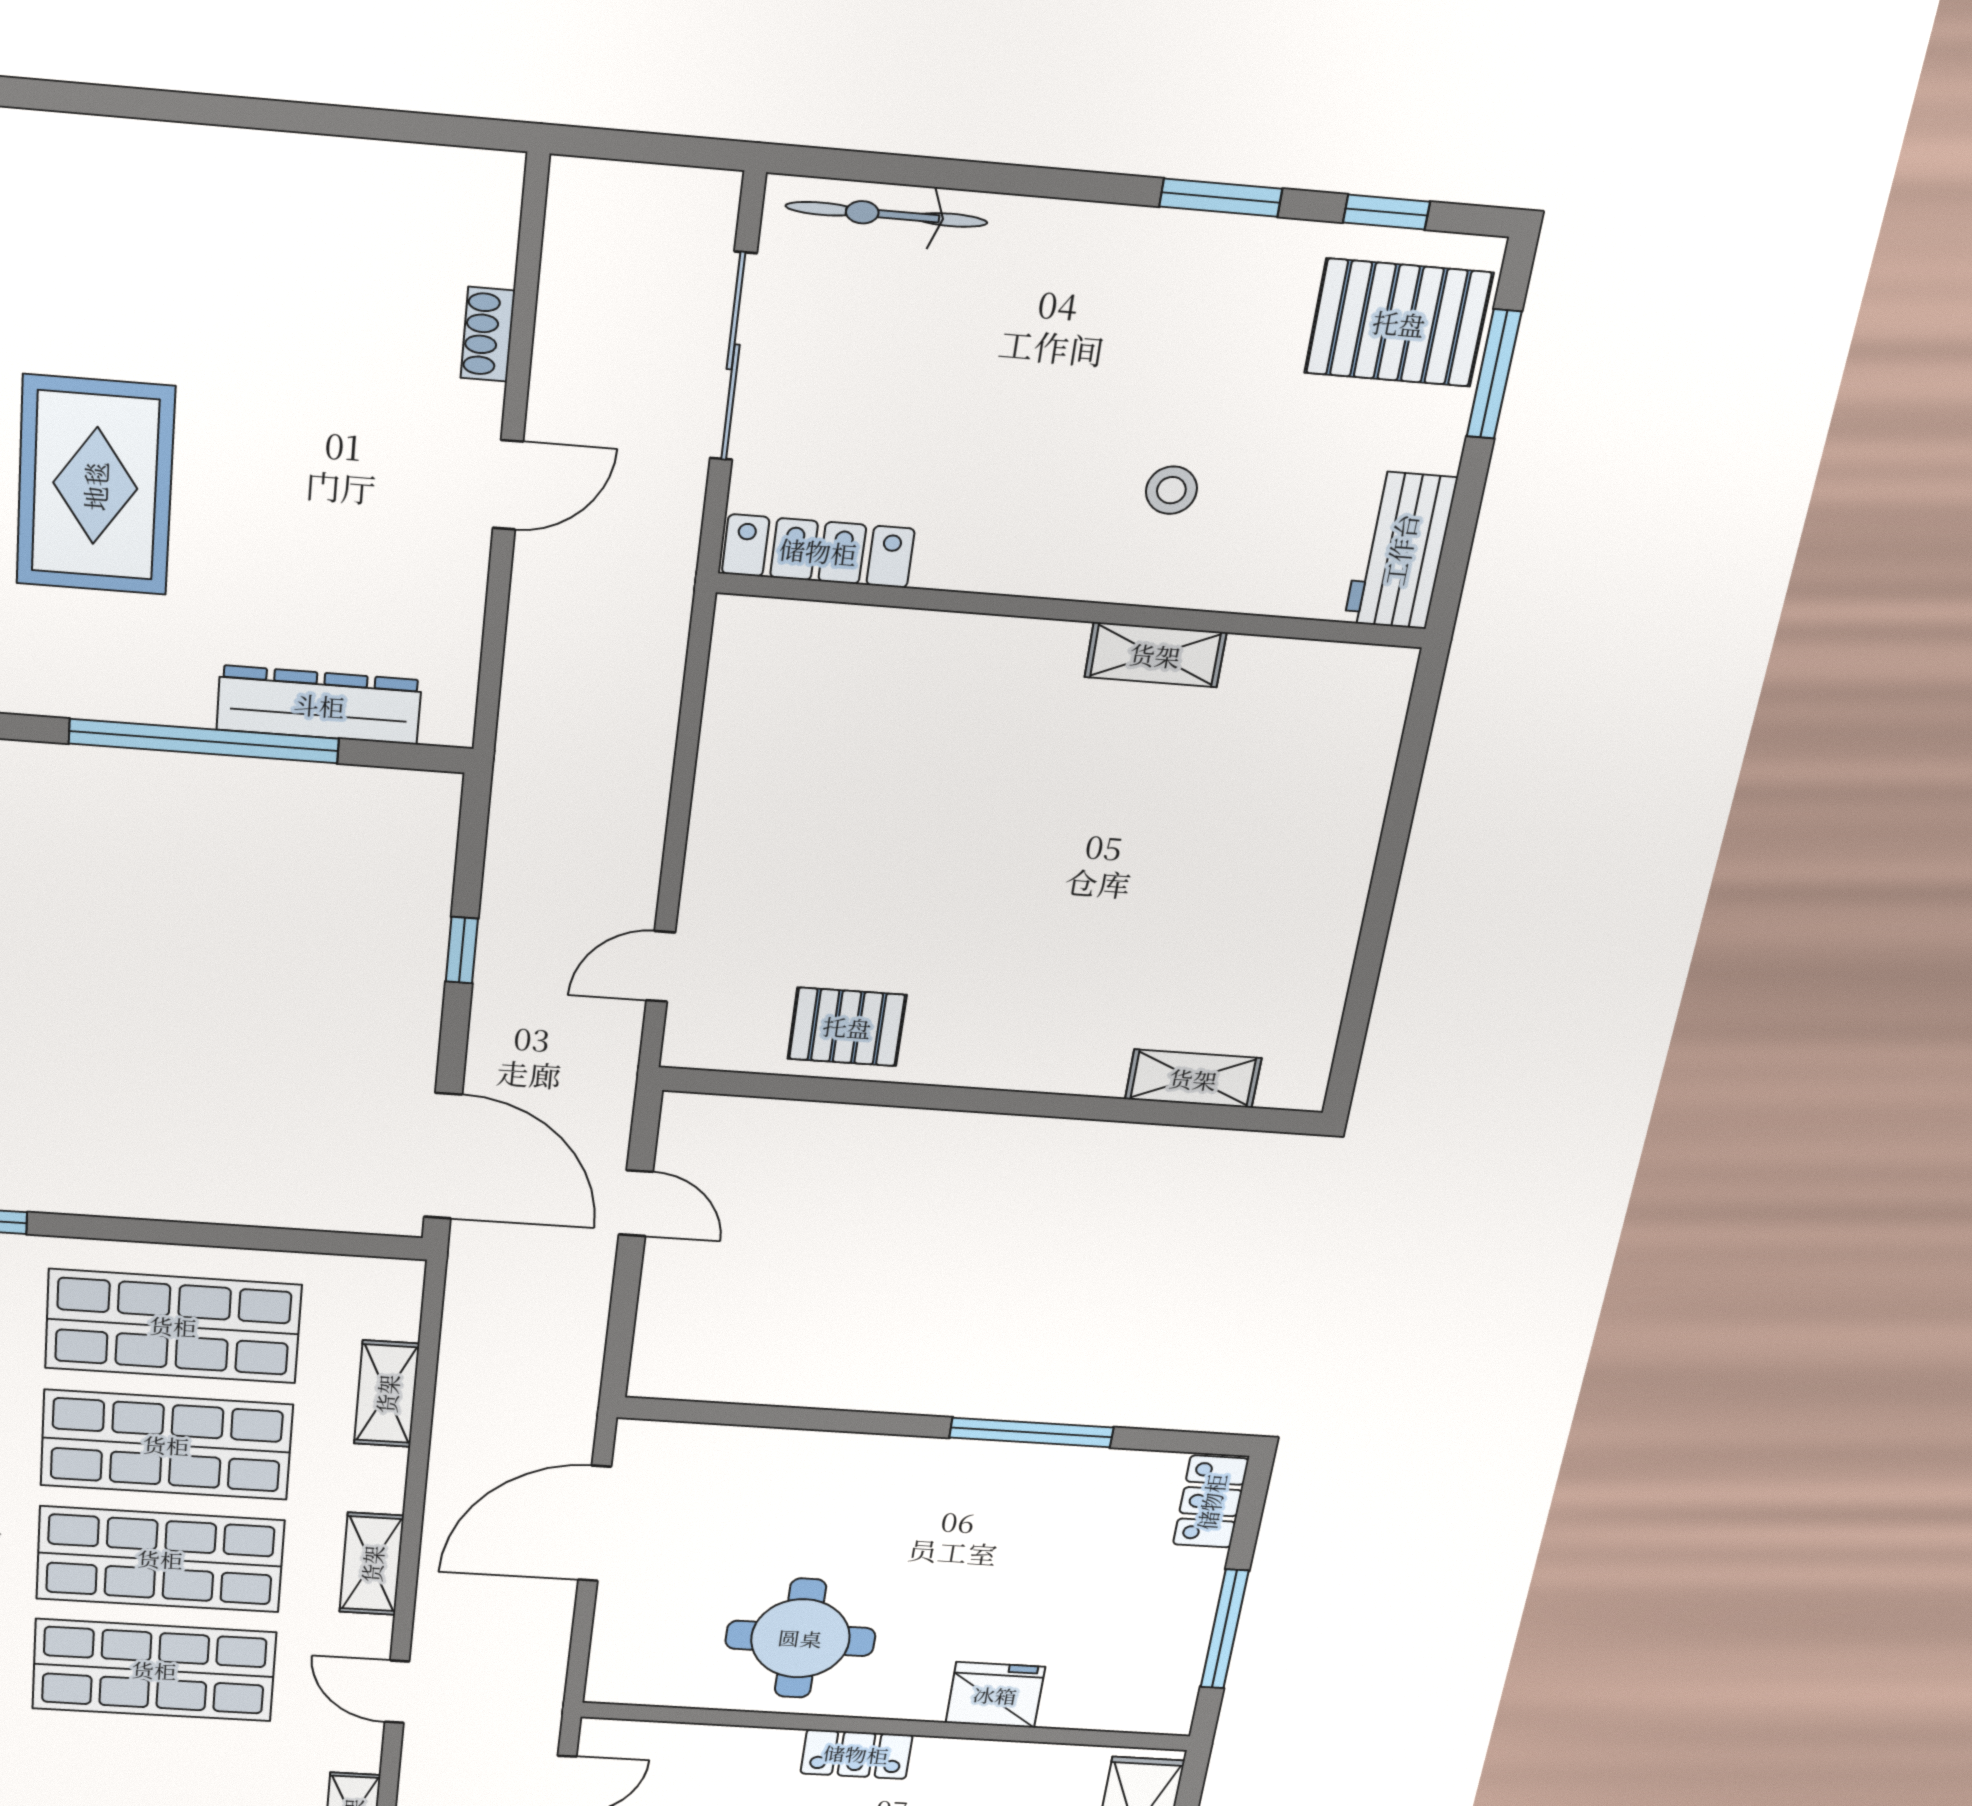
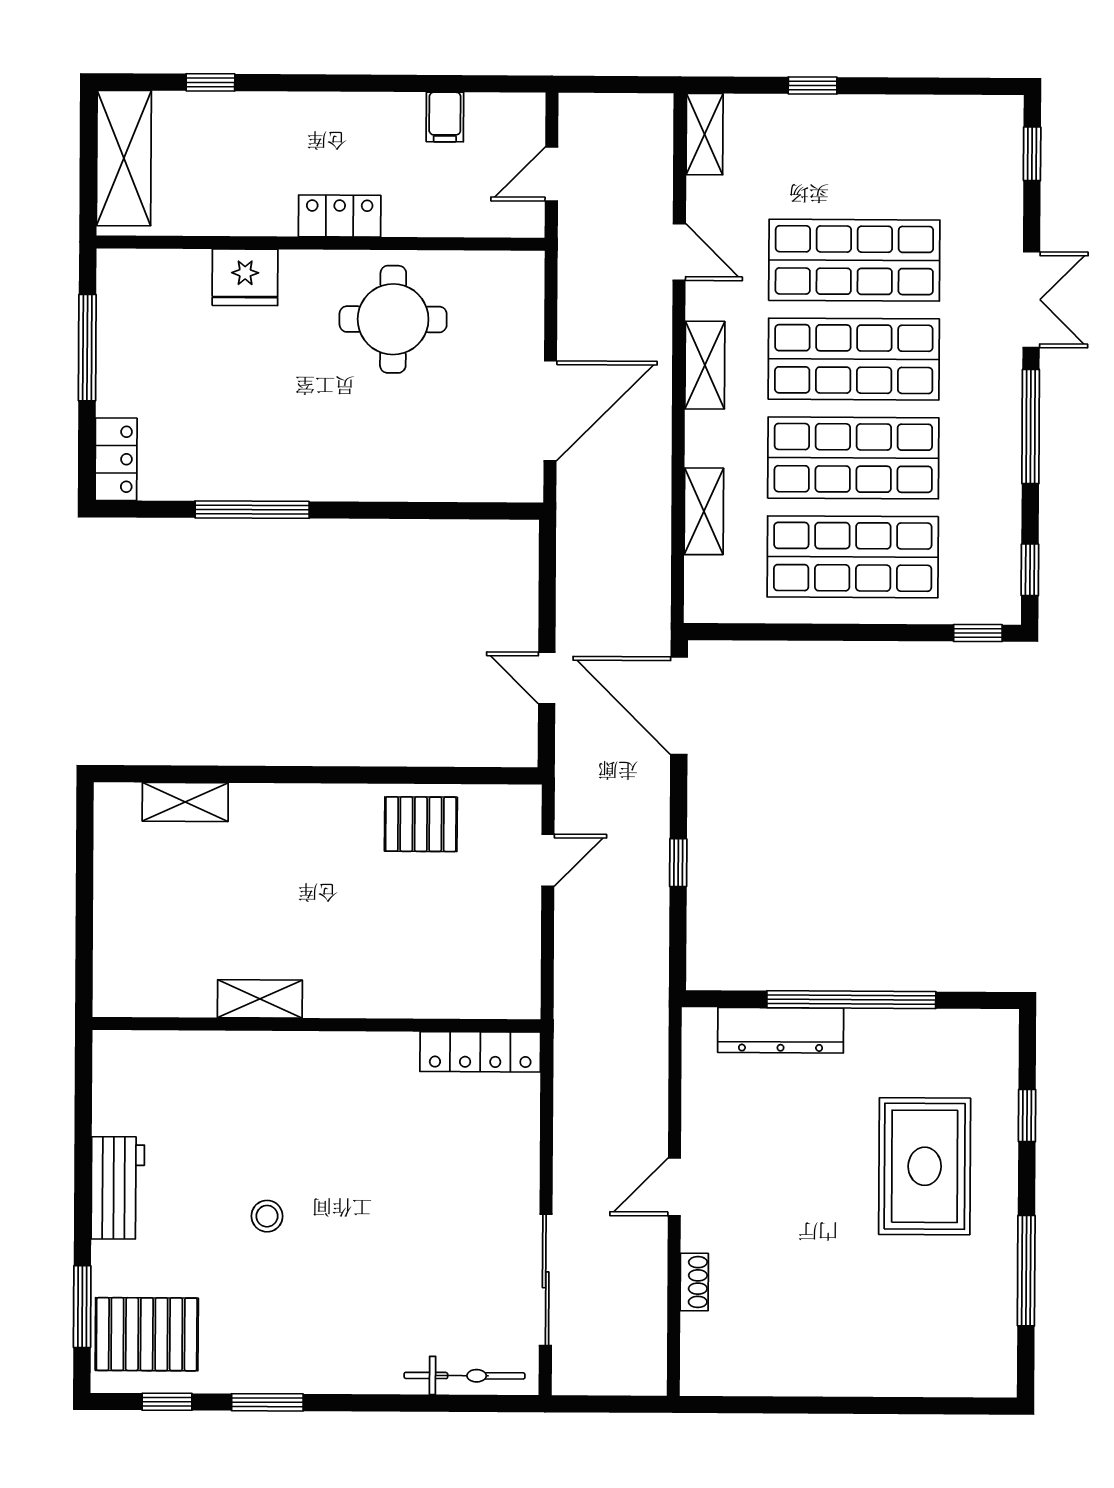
locker: (818, 551) -> (480, 1052), moved
wall: (1073, 611) -> (316, 1025), moved
shelving: (1155, 655) -> (260, 999), moved

